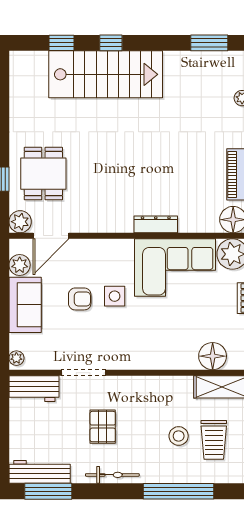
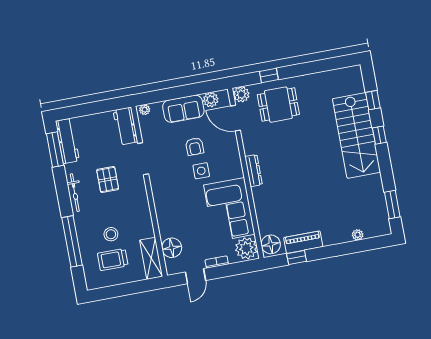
dresser: (156, 224) -> (254, 170), moved
pallet: (103, 427) -> (108, 179), turned 90

